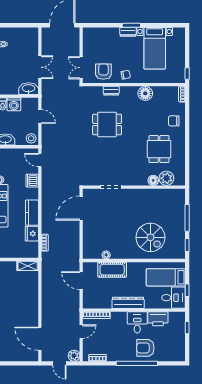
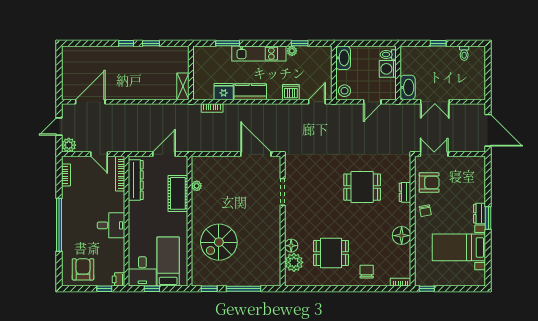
dining table: (107, 124) -> (362, 187), turned 90
dresser: (128, 303) -> (136, 180), moved
printer: (158, 319) -> (118, 279), moved, width x0.53, depth x0.68
armchair: (145, 348) -> (83, 269), moved

